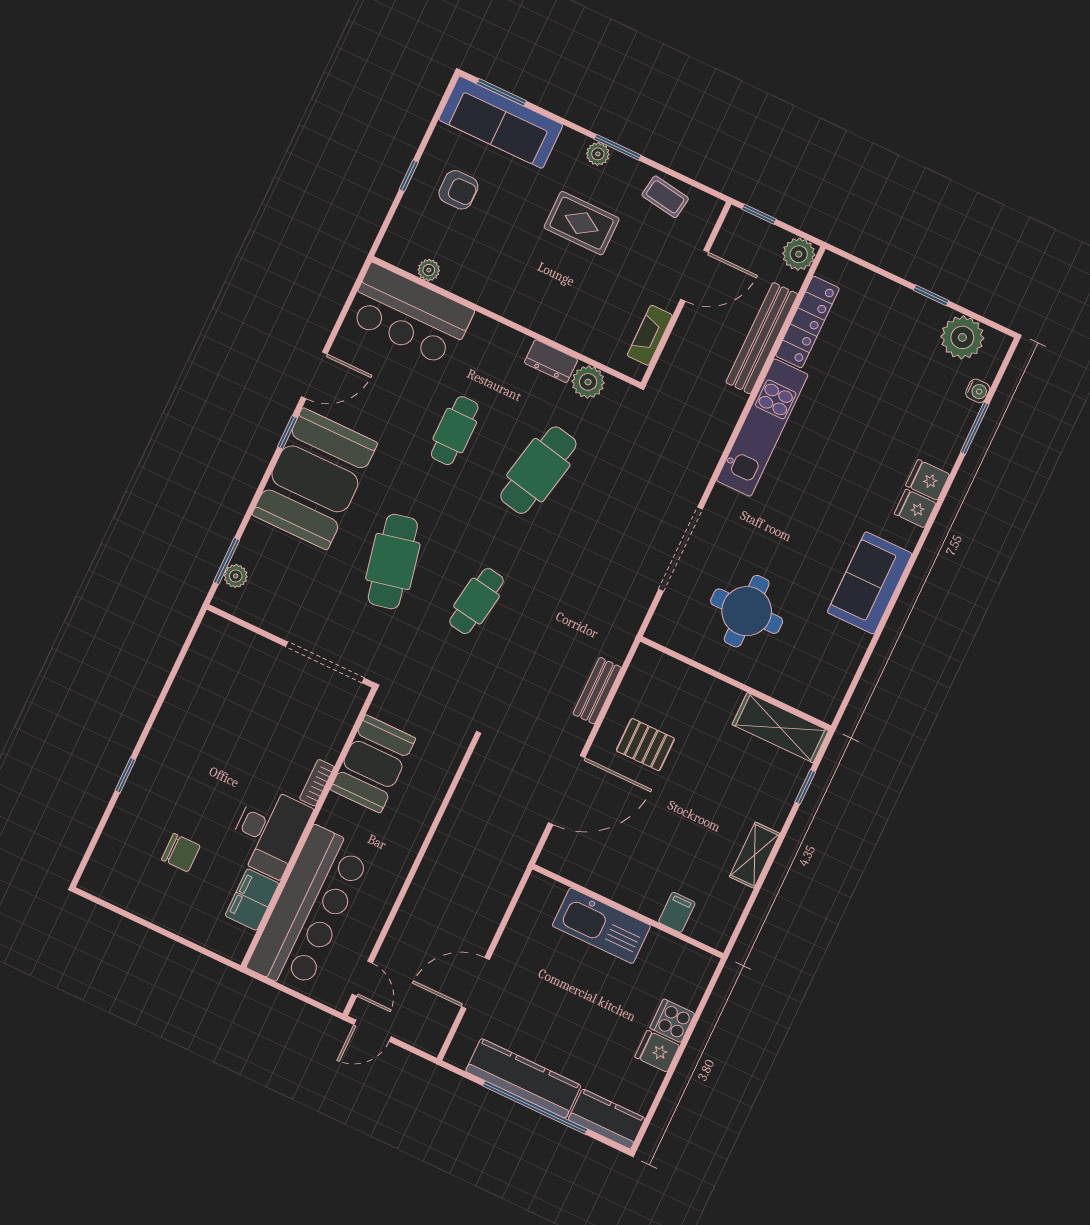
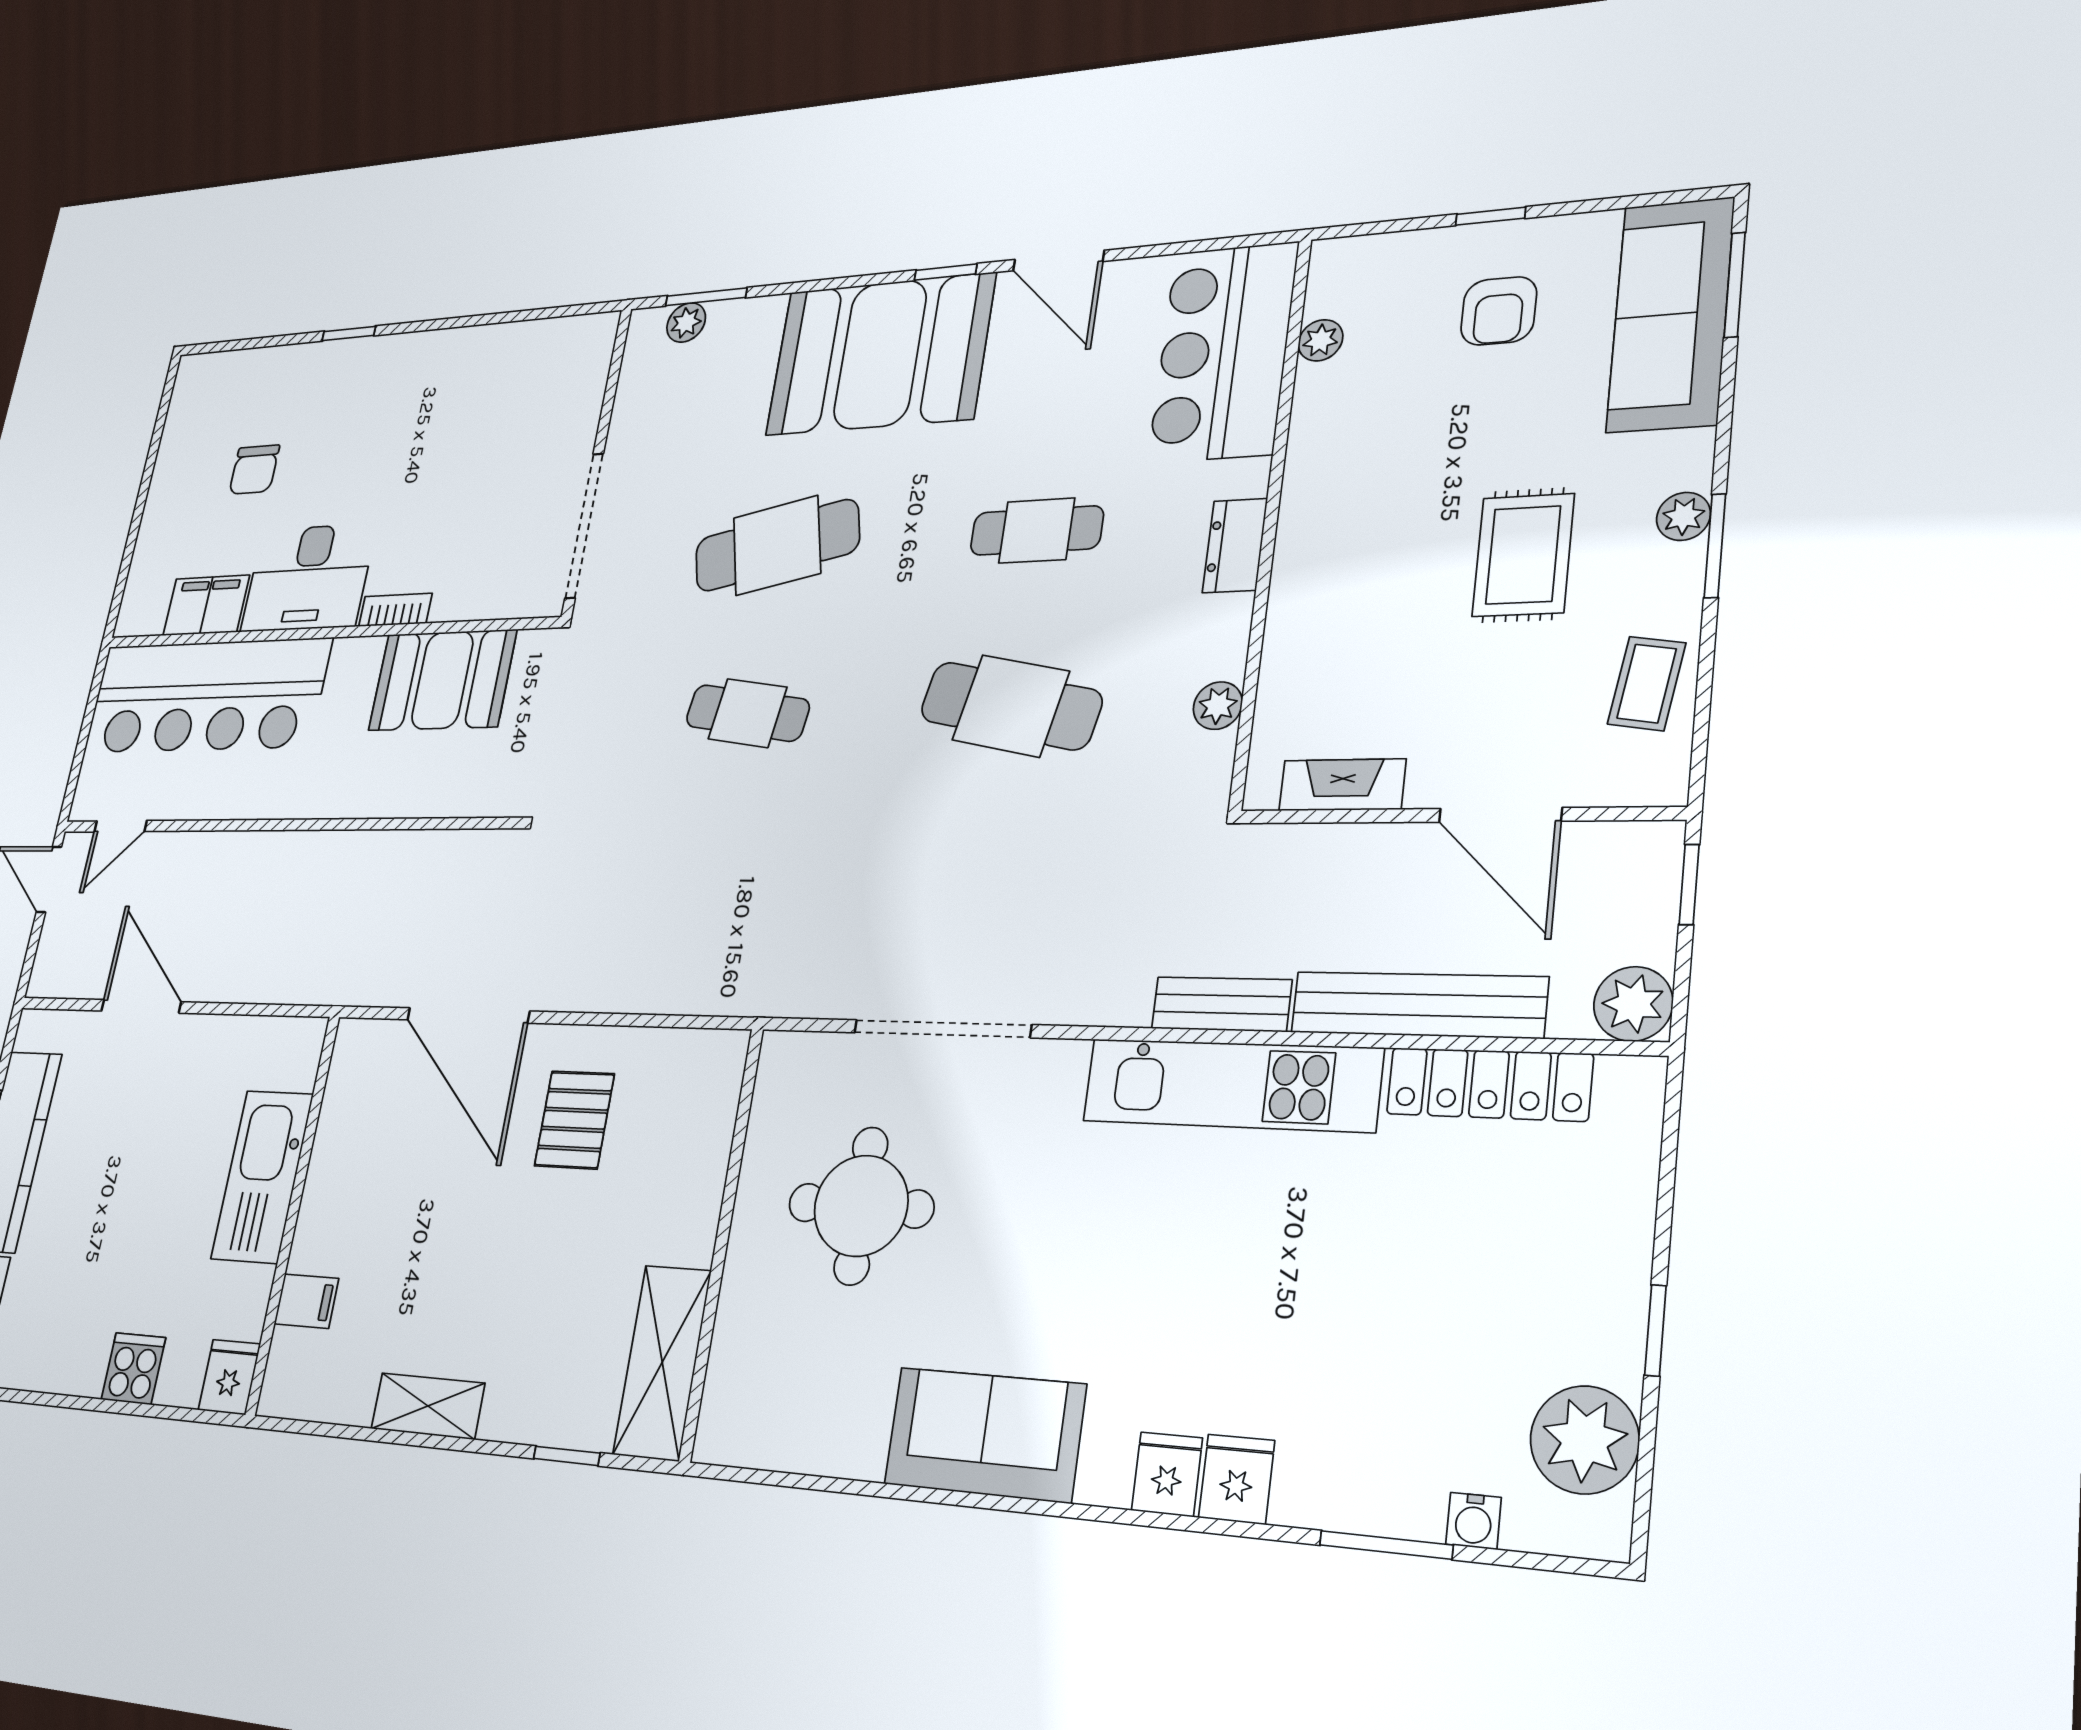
dresser: (551, 361) -> (1235, 546), moved
plant: (588, 382) -> (1218, 706), width x0.73, depth x0.73
bench: (597, 691) -> (1221, 1004), moved
fridge: (657, 1051) -> (229, 1377), moved

